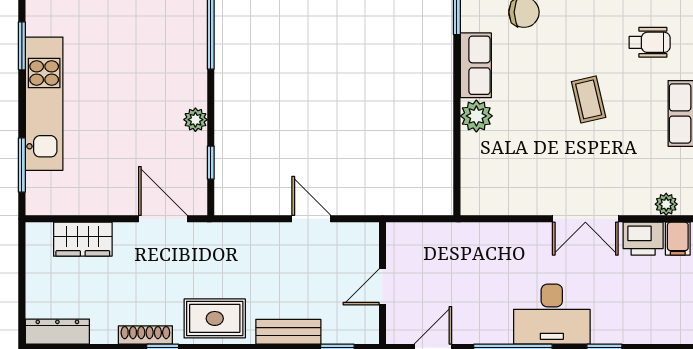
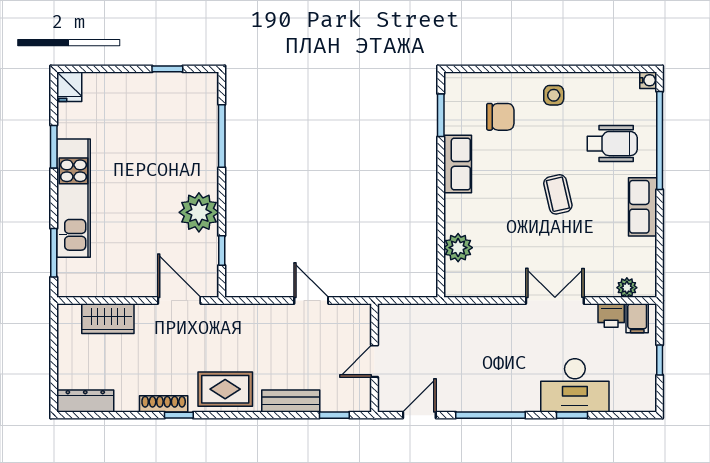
wheelchair: (650, 42) -> (612, 144), width x1.36, depth x1.37
plant: (476, 116) -> (458, 248), moved
plant: (195, 120) -> (199, 212), width x1.87, depth x1.87
double door: (585, 219) -> (555, 301), swing flipped
printer: (643, 239) -> (611, 315), width x0.73, depth x0.81
desk: (552, 314) -> (575, 385), moved

